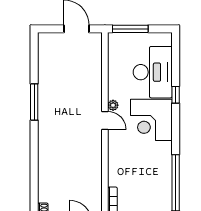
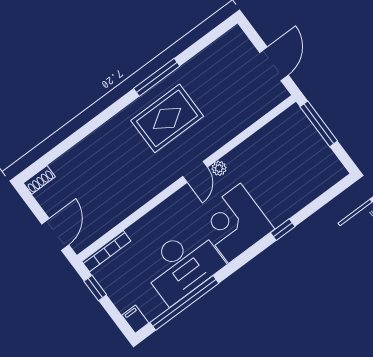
desk: (153, 72) -> (182, 265), moved
rug: (62, 114) -> (167, 118), added

